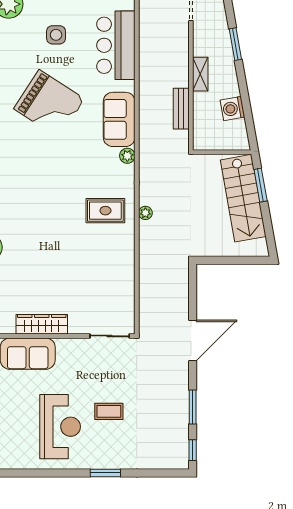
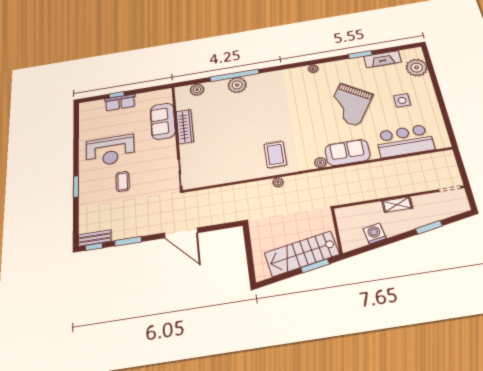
bench: (181, 109) -> (95, 238), moved

